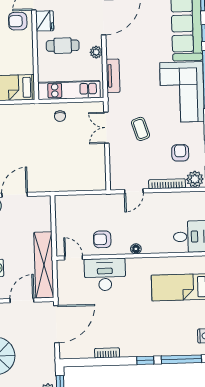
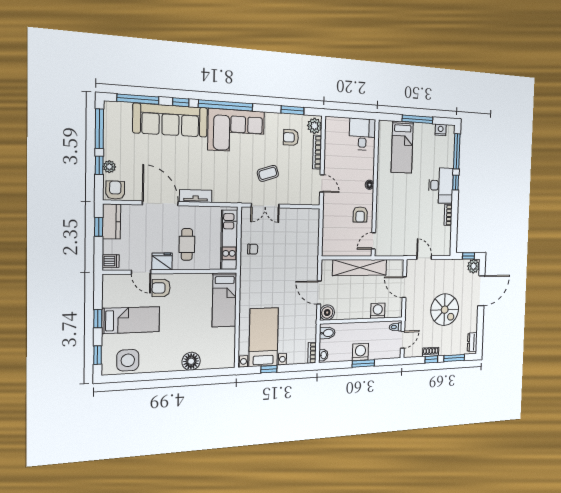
armchair: (18, 21) -> (161, 288), turned 90
plant: (96, 52) -> (195, 212), removed
tv unit: (113, 76) -> (196, 196), moved
shelving: (44, 265) -> (360, 268), moved
desk: (105, 275) -> (441, 185), moved, turned 180
door: (56, 324) -> (424, 258), width x0.53

